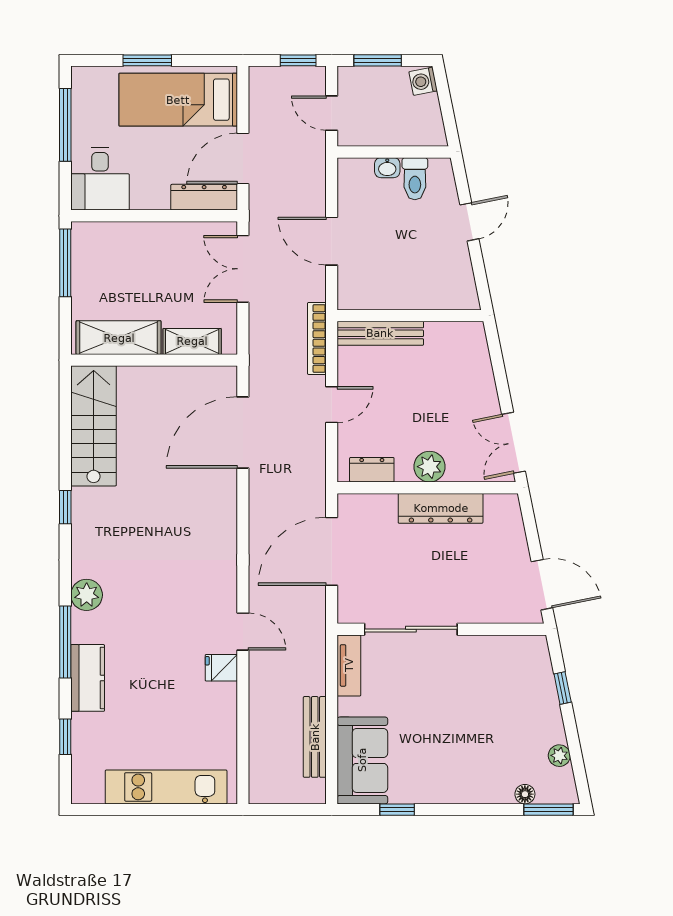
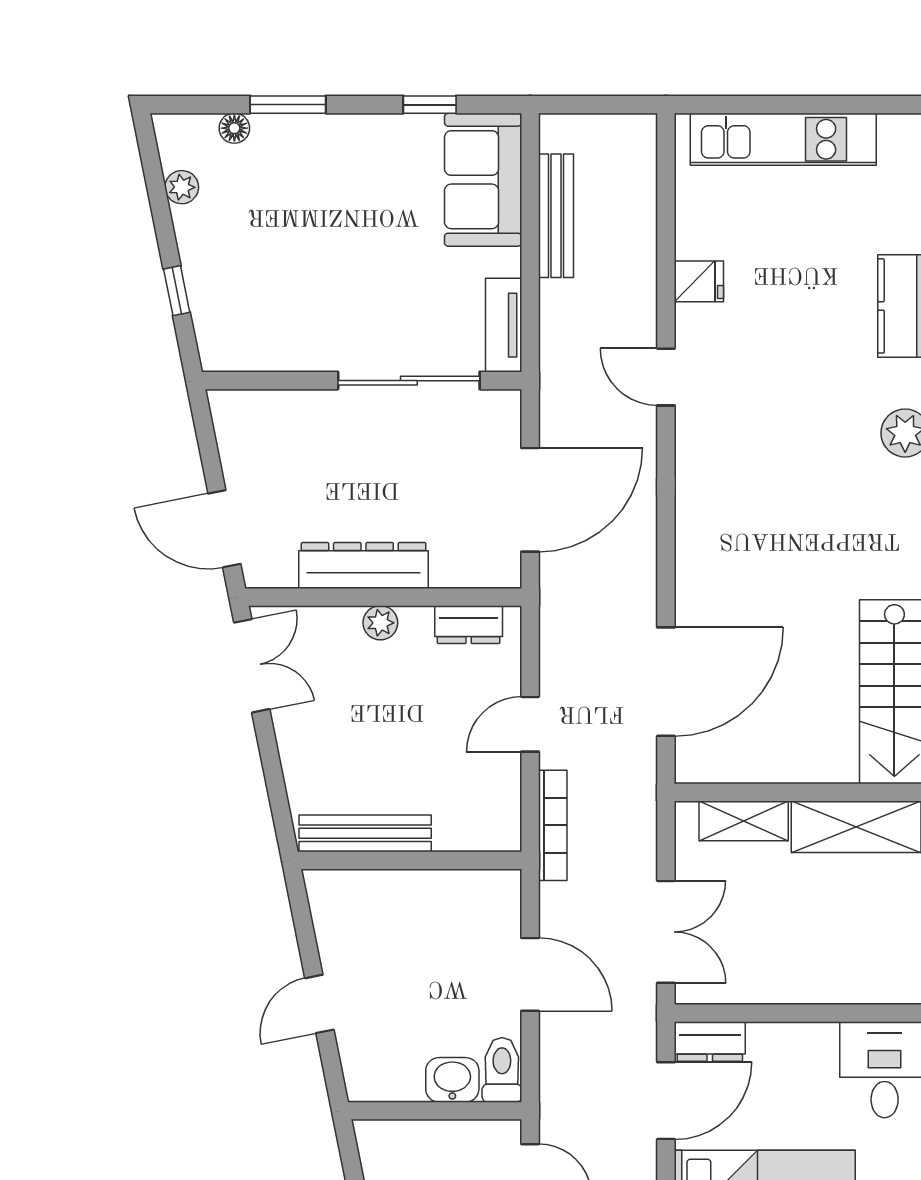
washbasin: (387, 168) -> (452, 1080), width x1.38, depth x1.45
toilet: (415, 179) -> (502, 1070), moved
dresser: (204, 197) -> (710, 1041), width x0.70
bench: (380, 333) -> (365, 833), moved
plant: (429, 467) -> (380, 623), width x0.73, depth x0.73
door: (542, 585) -> (224, 529), moved
fridge: (221, 668) -> (699, 281), moved
window: (548, 810) -> (288, 105), moved

